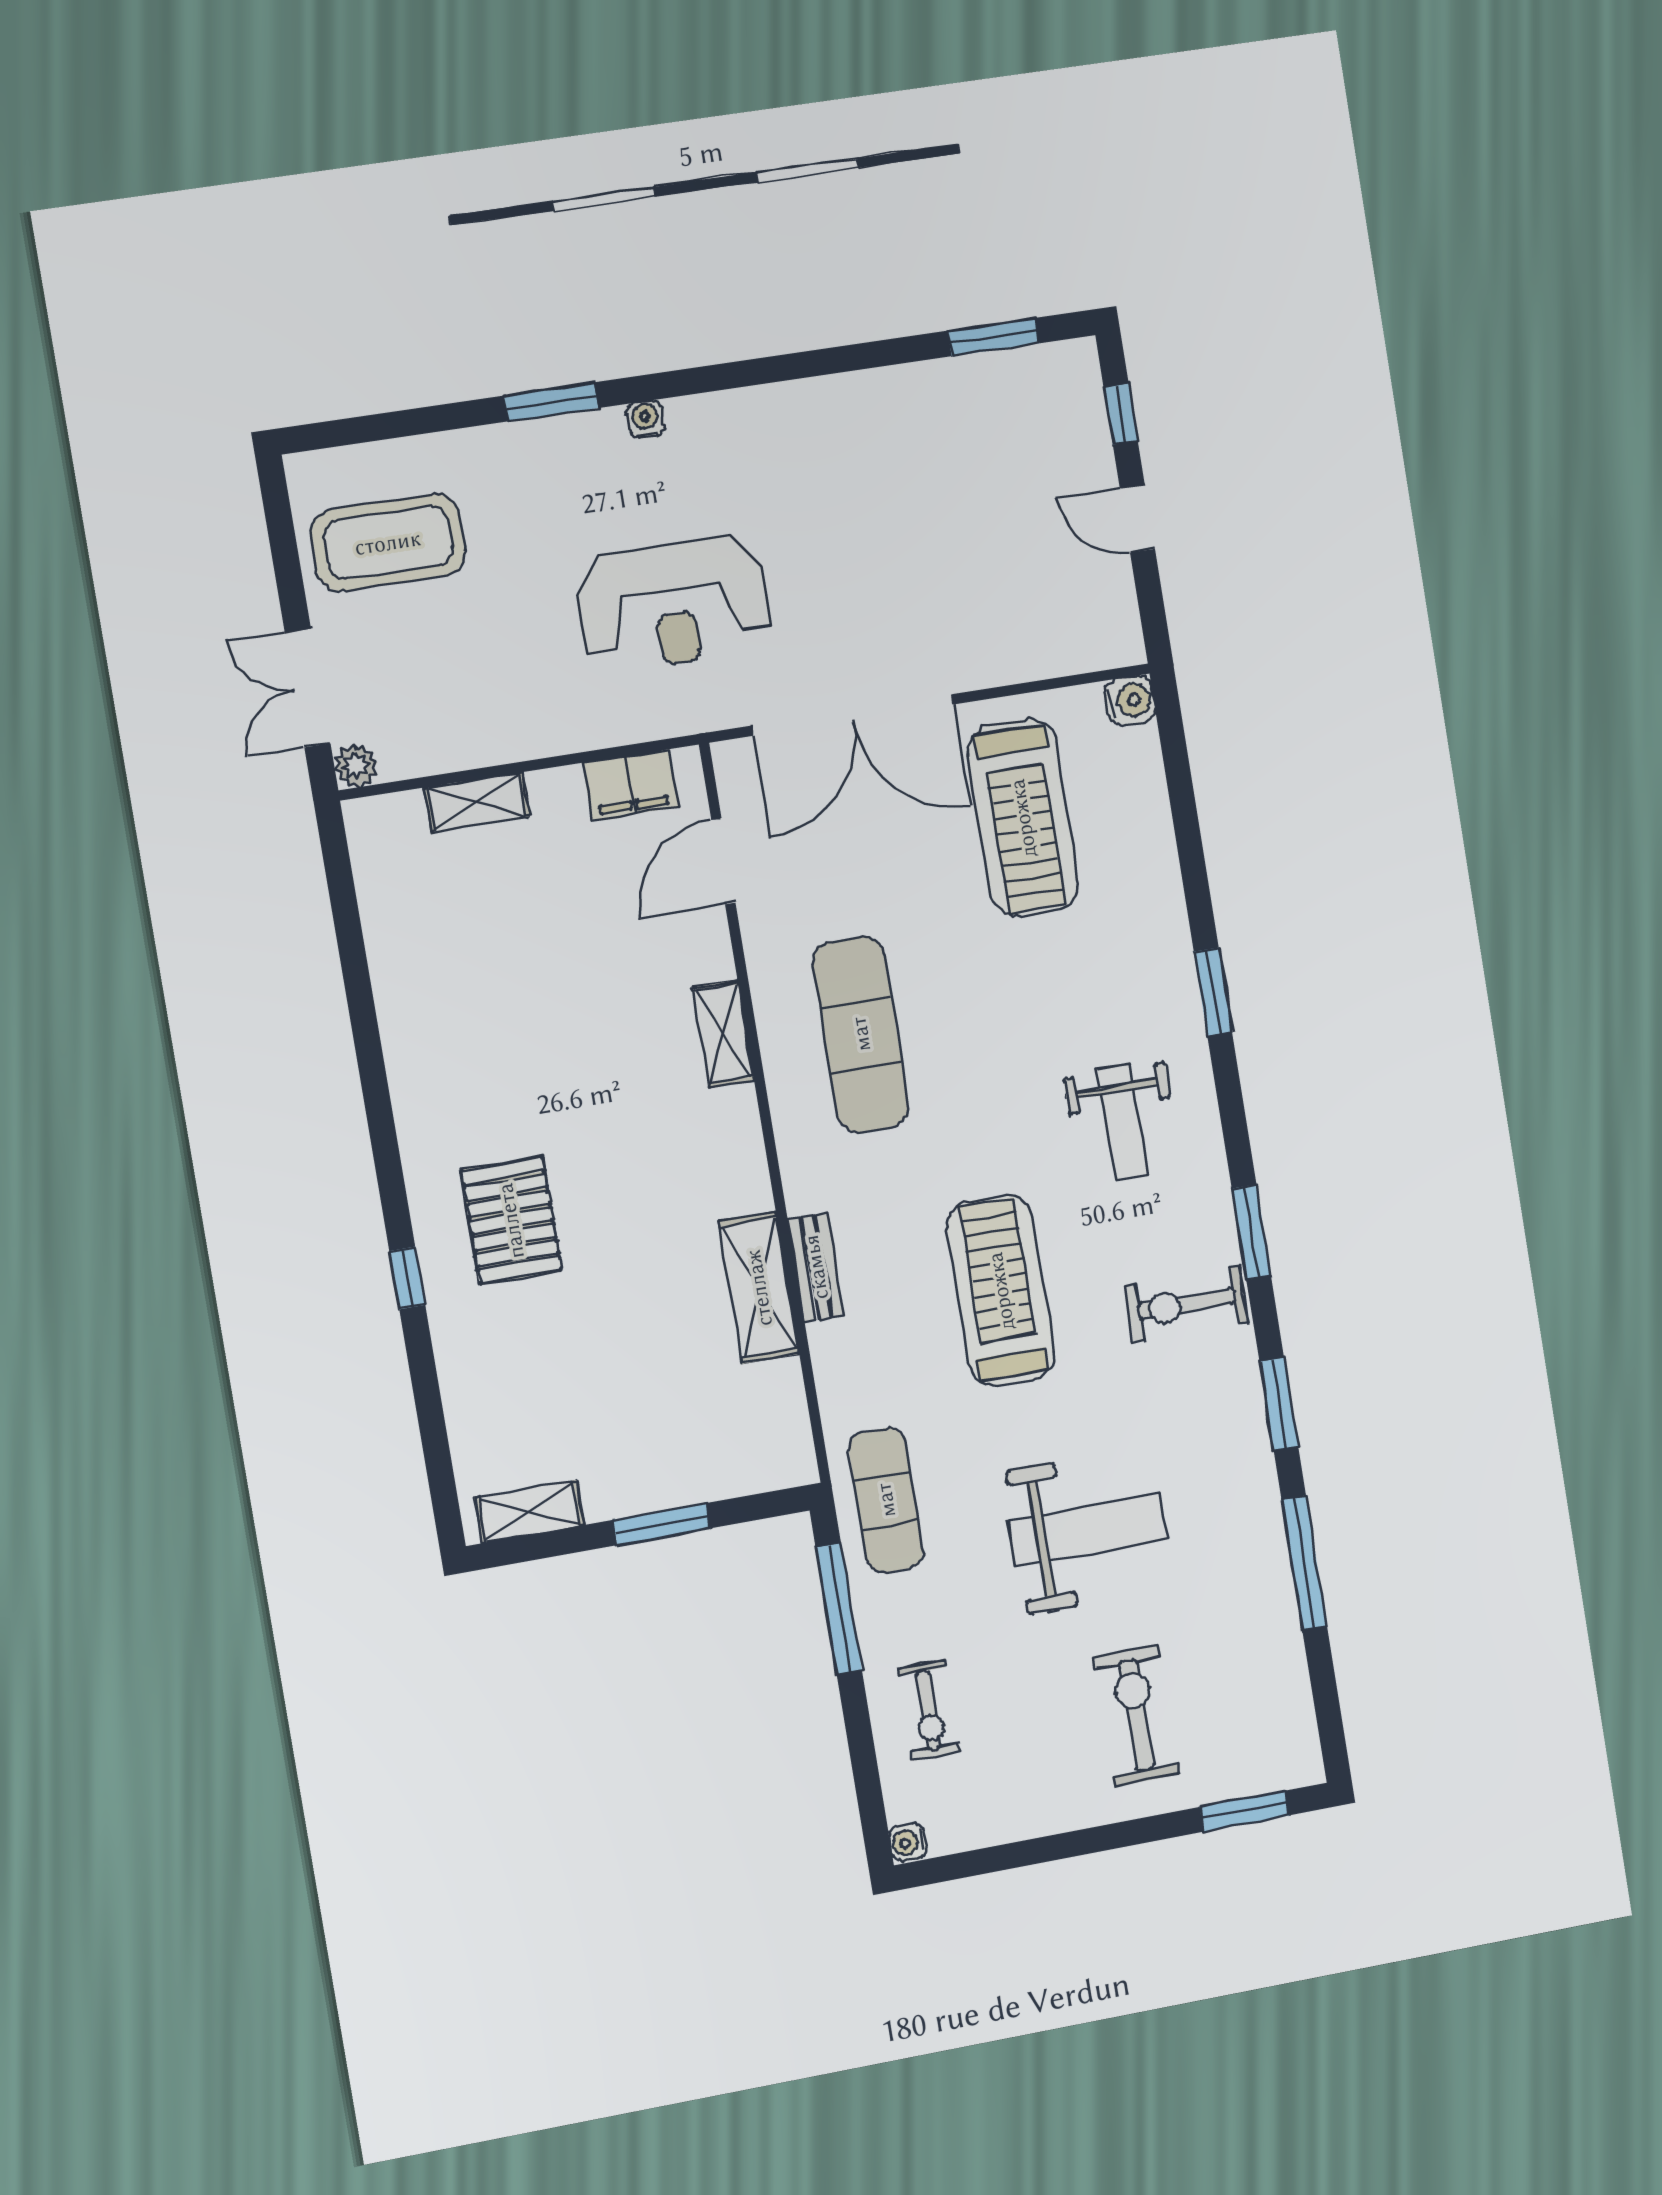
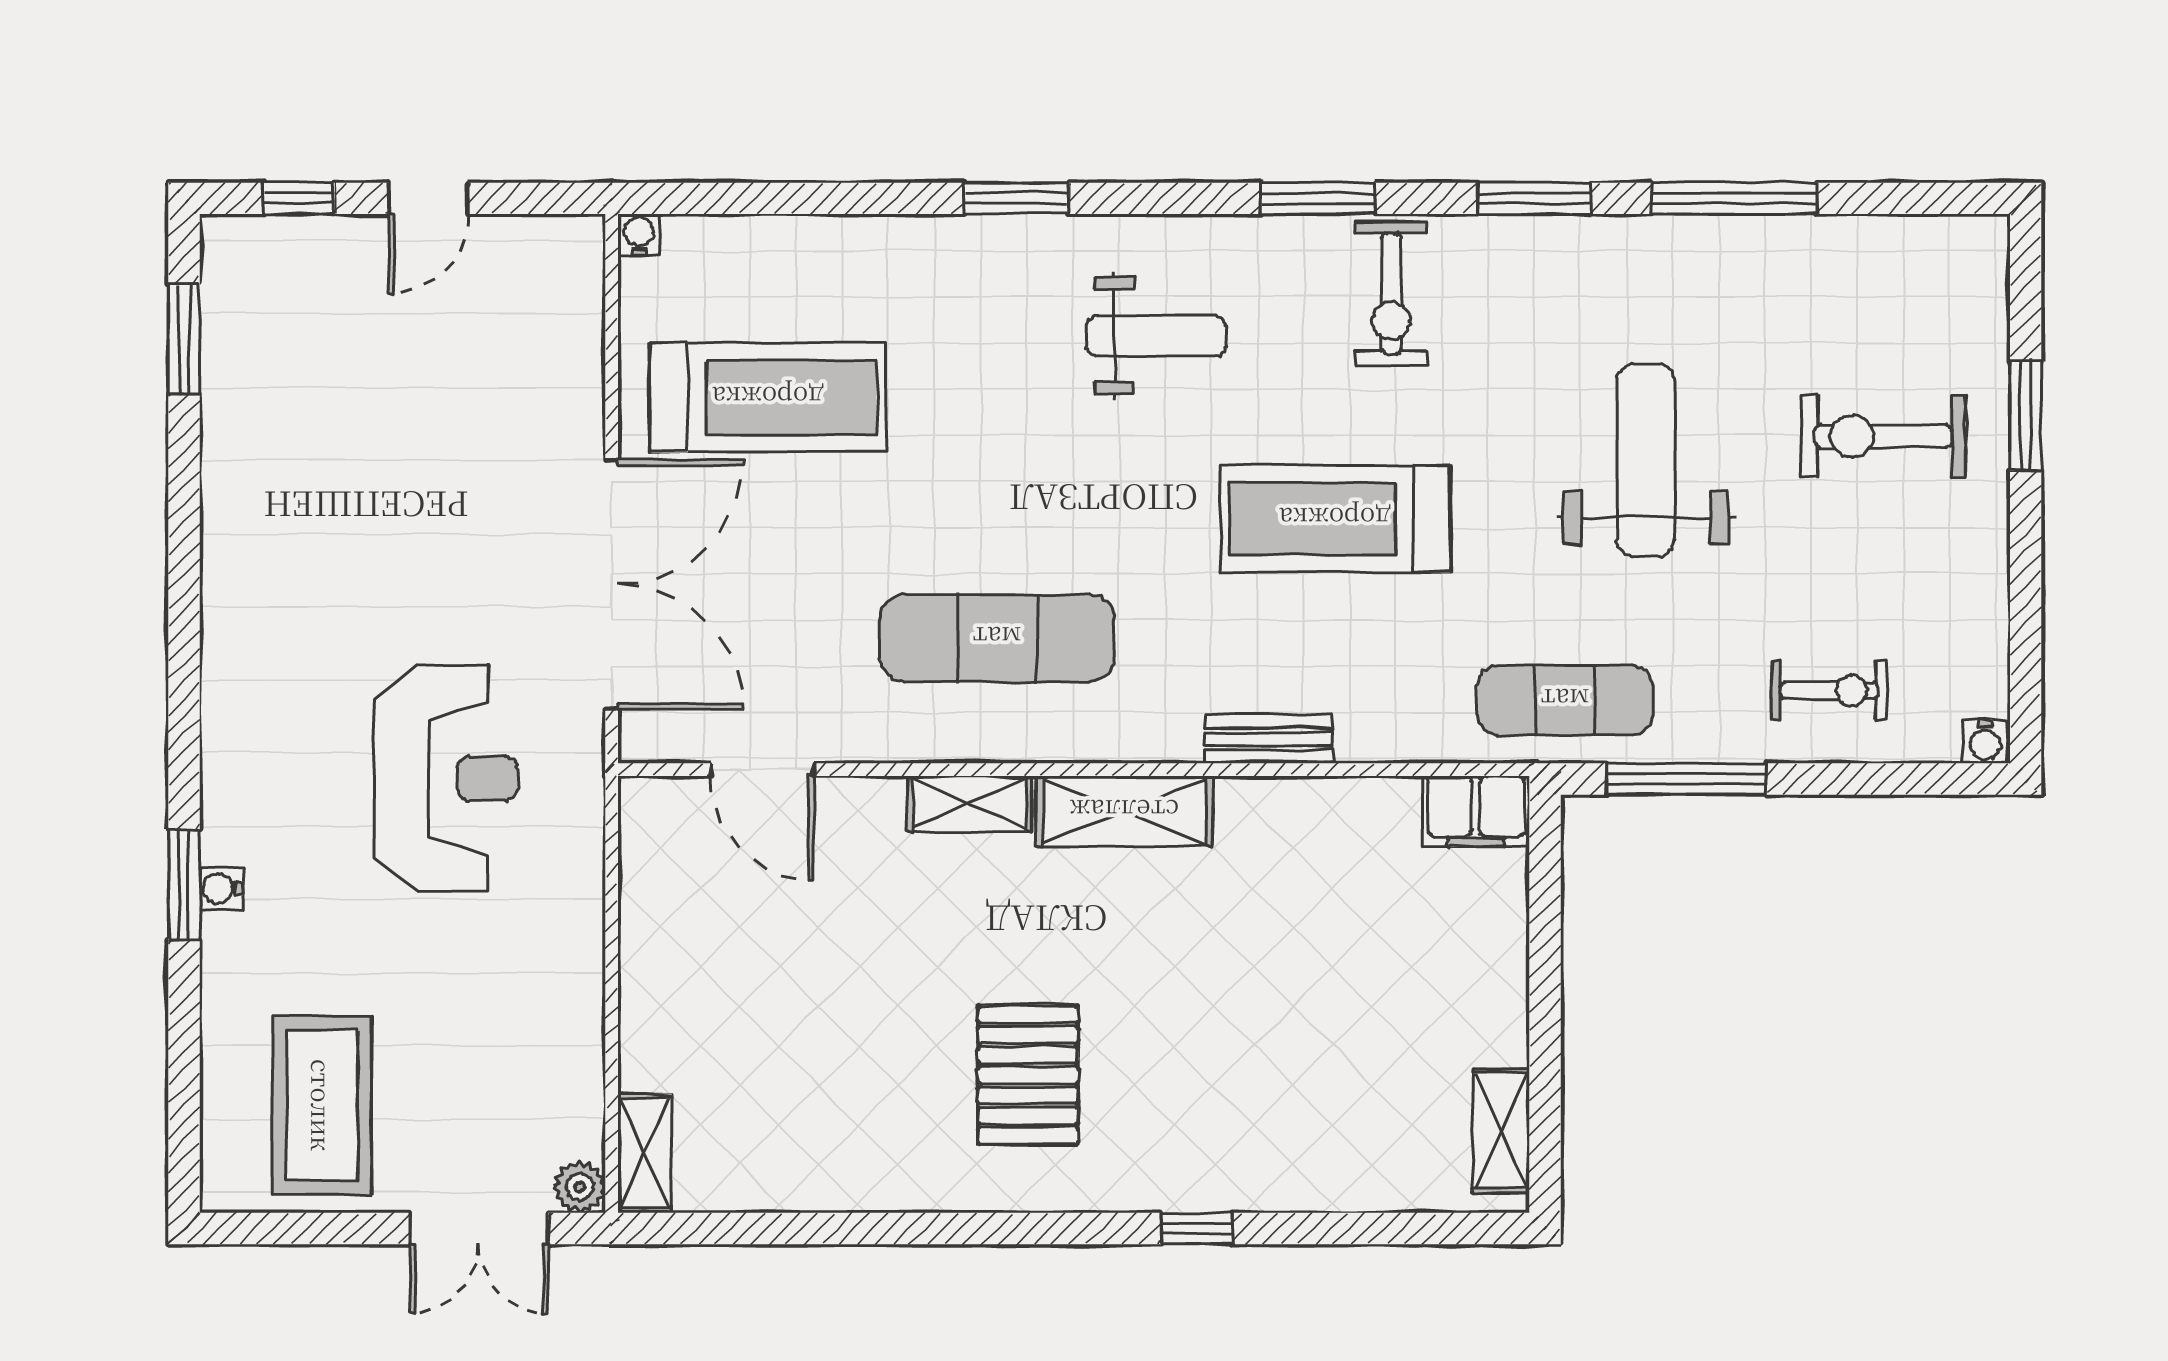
water cooler: (645, 419) -> (221, 888), moved
water cooler: (1130, 701) -> (639, 235), width x0.72, depth x0.72
filing cabinet: (631, 785) -> (1476, 811), moved, turned 90
shelving: (477, 802) -> (645, 1153), moved
pallet: (511, 1221) -> (1028, 1075), moved, turned 90
shelving: (759, 1288) -> (1124, 811), moved
window: (662, 1524) -> (1545, 975), removed
window: (1245, 1811) -> (2026, 416), moved

